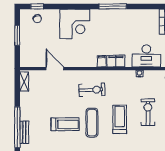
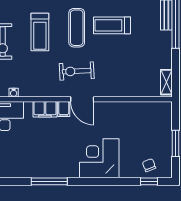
door: (55, 69) -> (82, 99), moved

